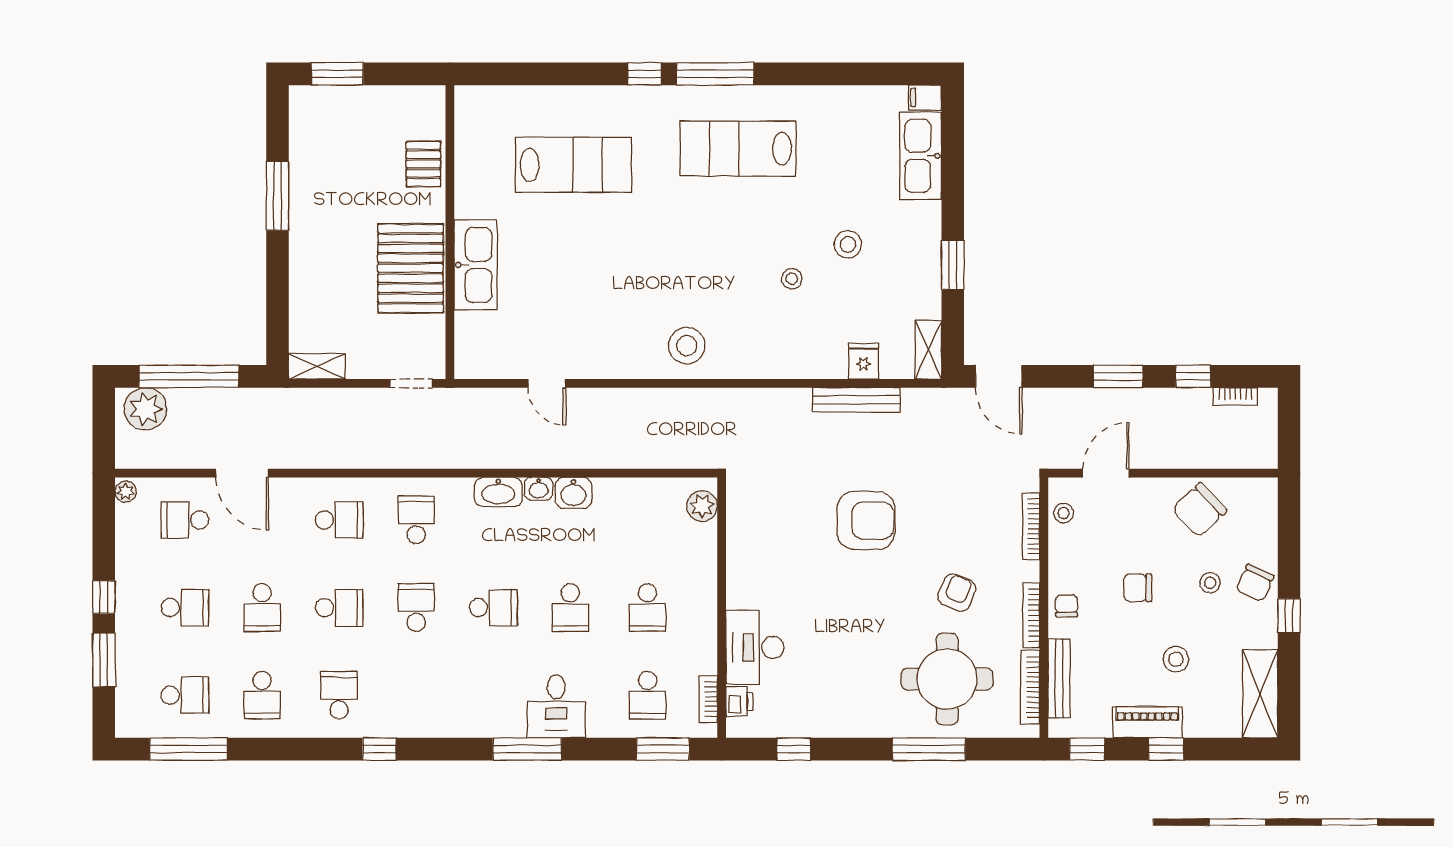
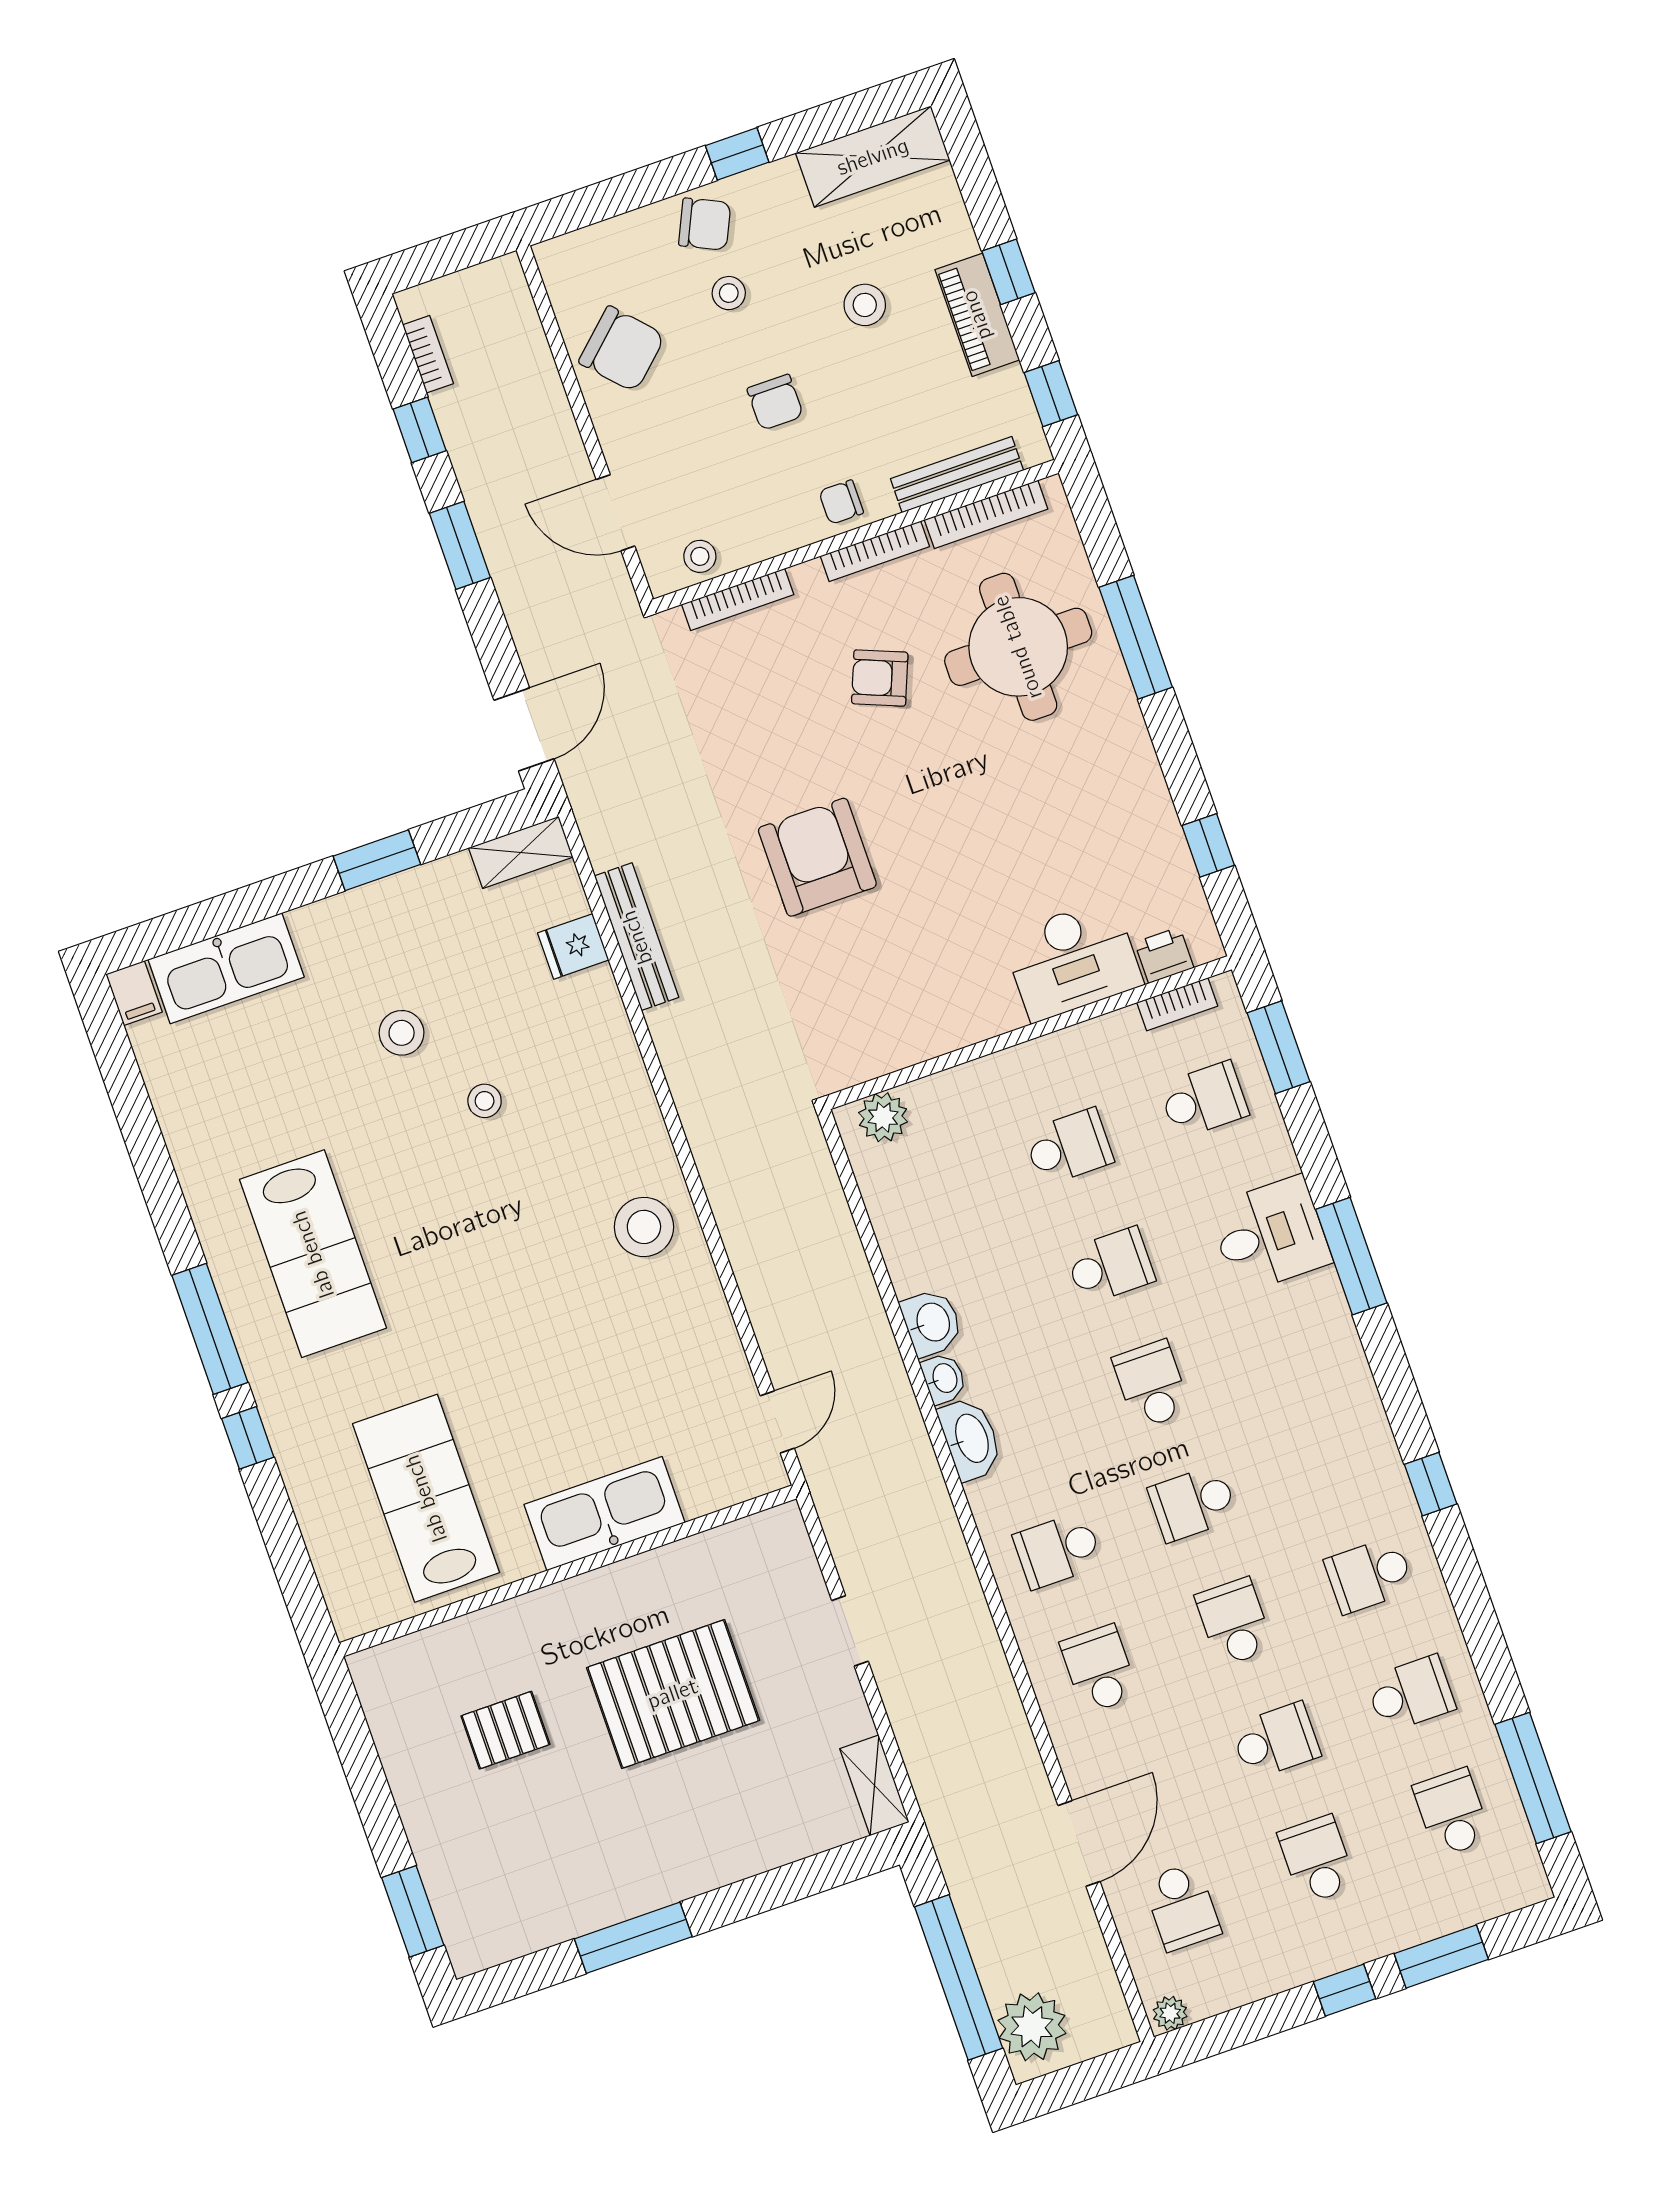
wall: (450, 232) -> (568, 1571), moved
kitchen sink: (476, 265) -> (605, 1514), moved

